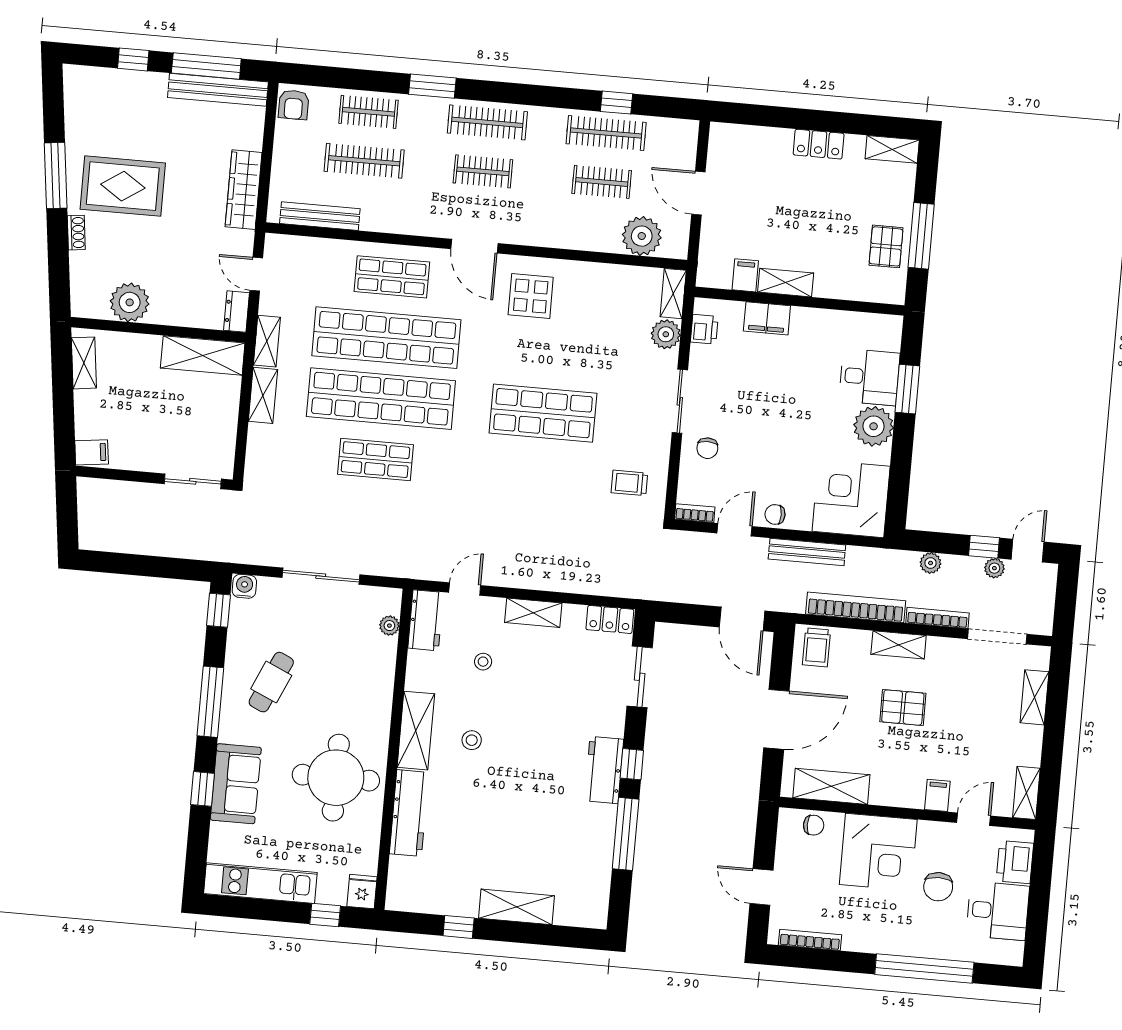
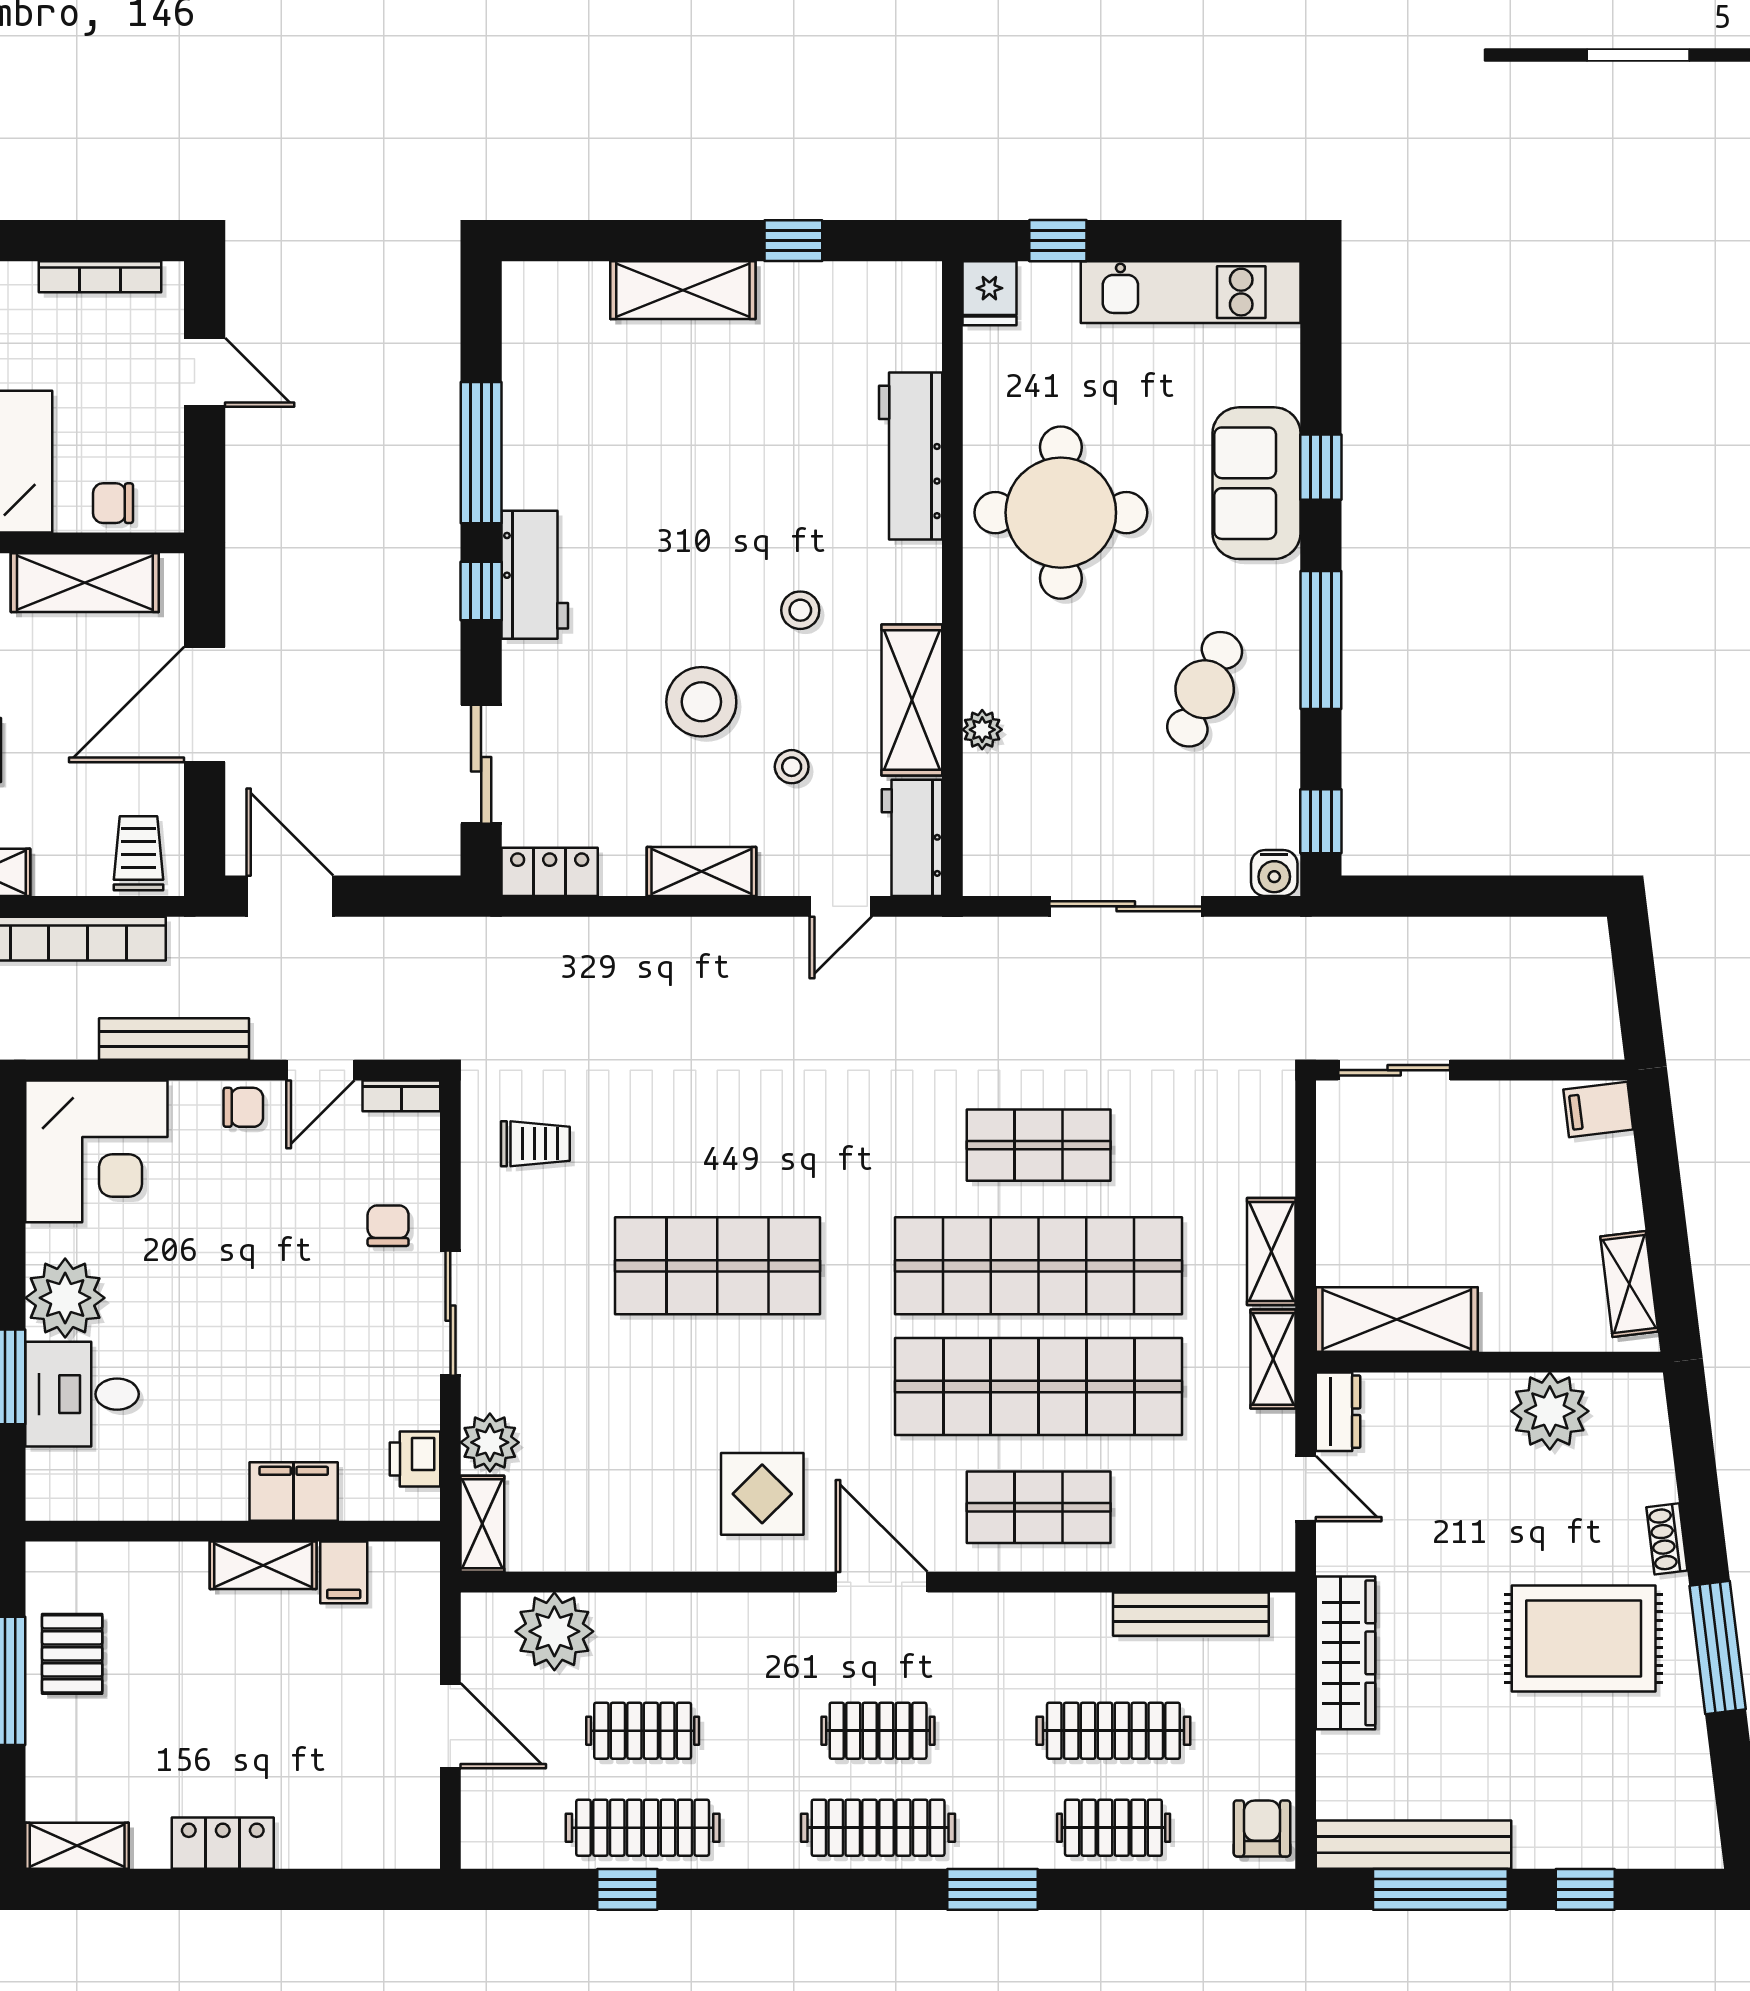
plant: (389, 626) -> (982, 730), moved
stool: (526, 698) -> (701, 702), added
shelving: (416, 731) -> (912, 700), moved

